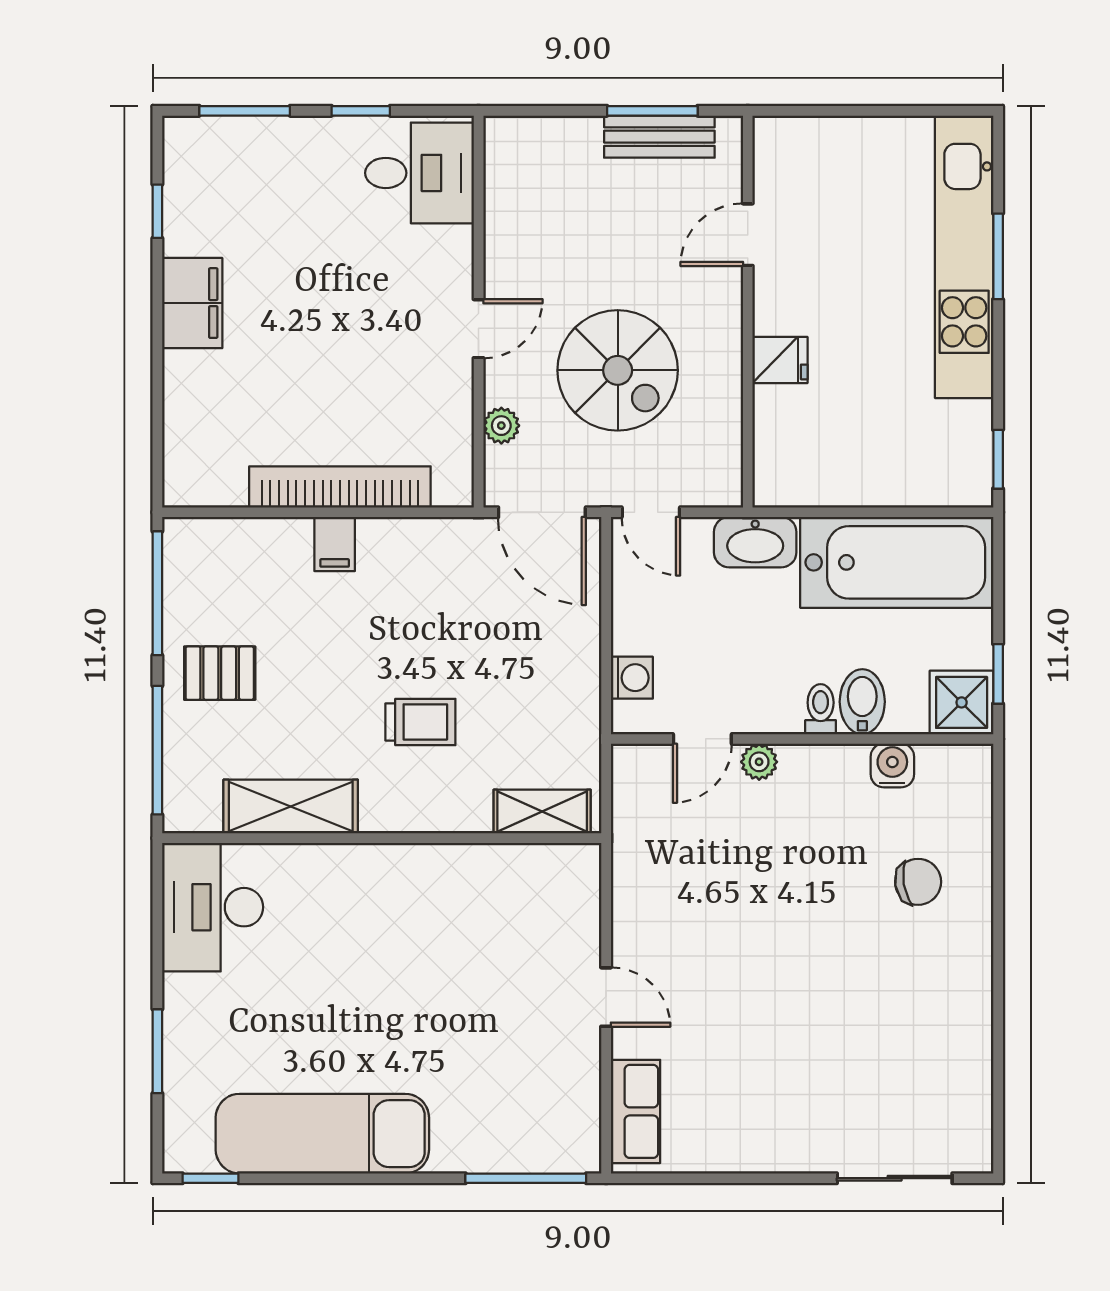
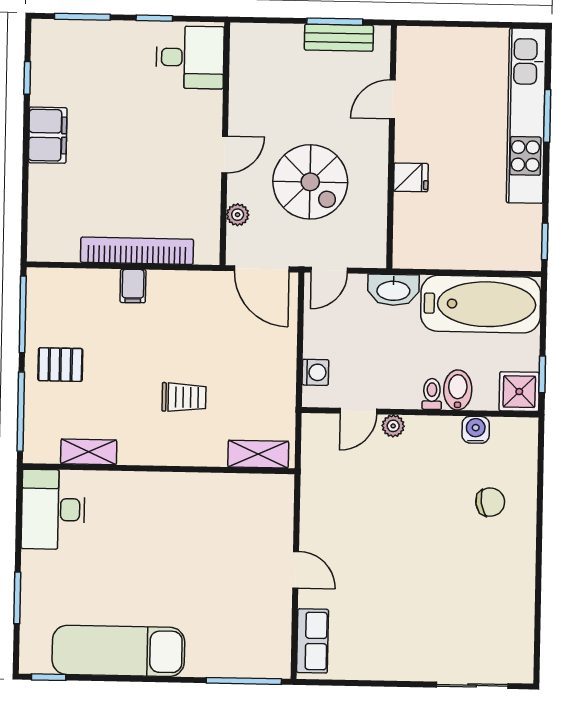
door: (651, 512) -> (329, 270), hinge flipped
shelving: (291, 807) -> (89, 452), width x0.67, depth x0.75

